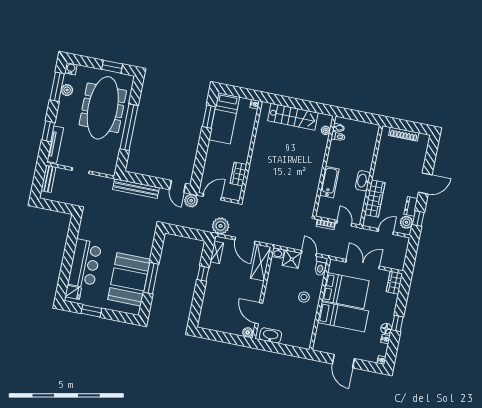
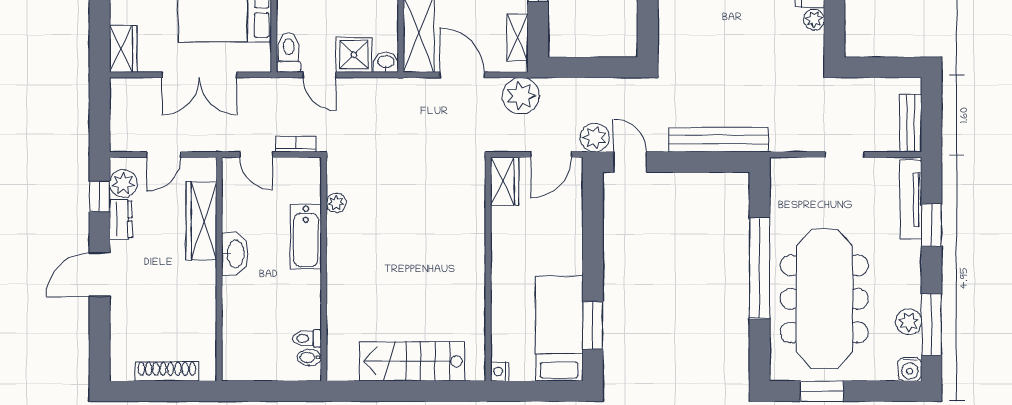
plant: (326, 130) -> (336, 203), moved
wardrobe: (238, 174) -> (505, 181), moved
plant: (82, 234) -> (814, 20), added

